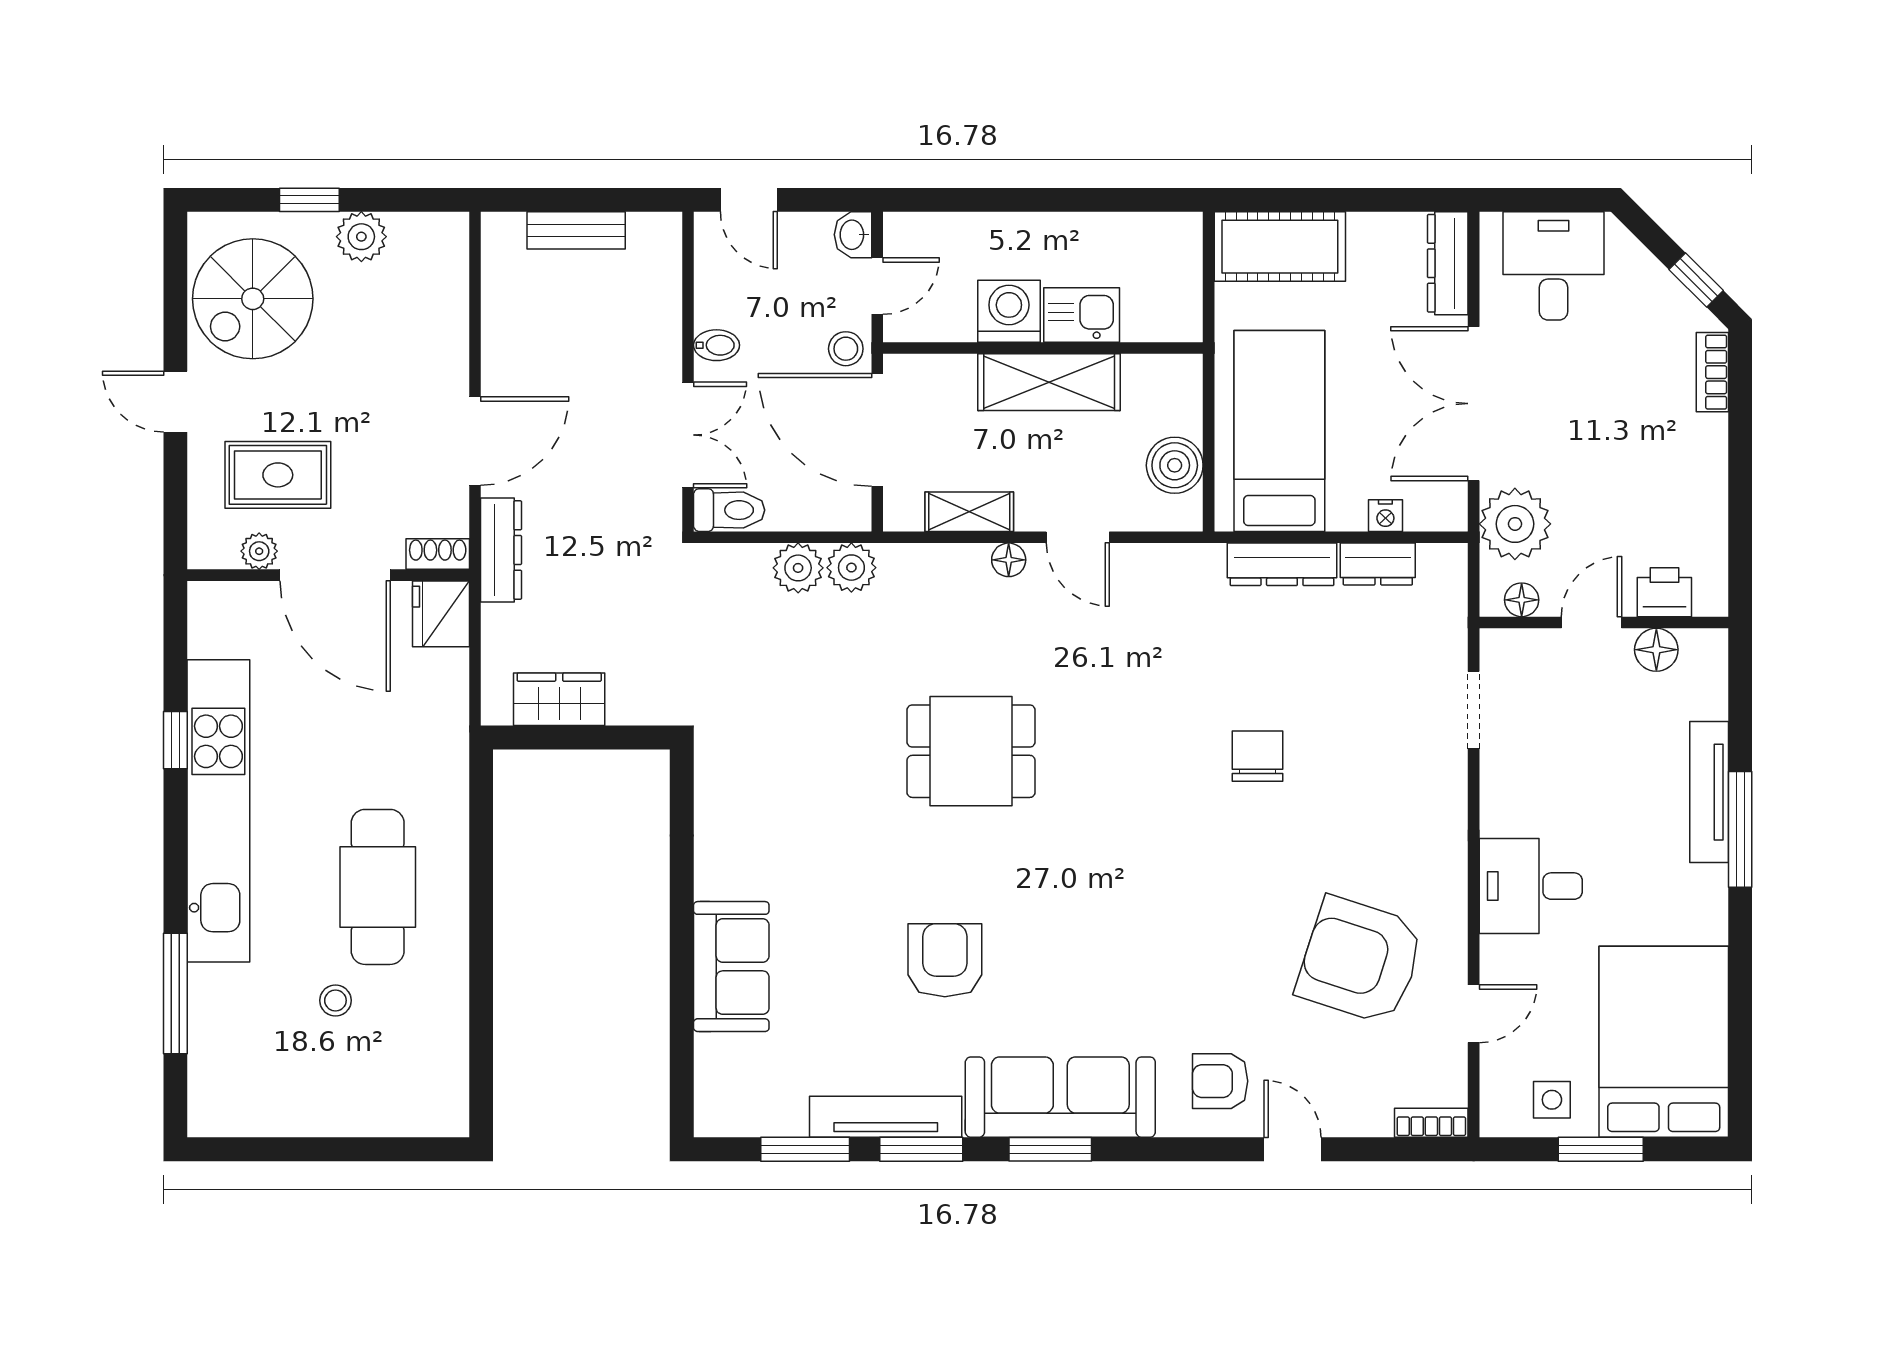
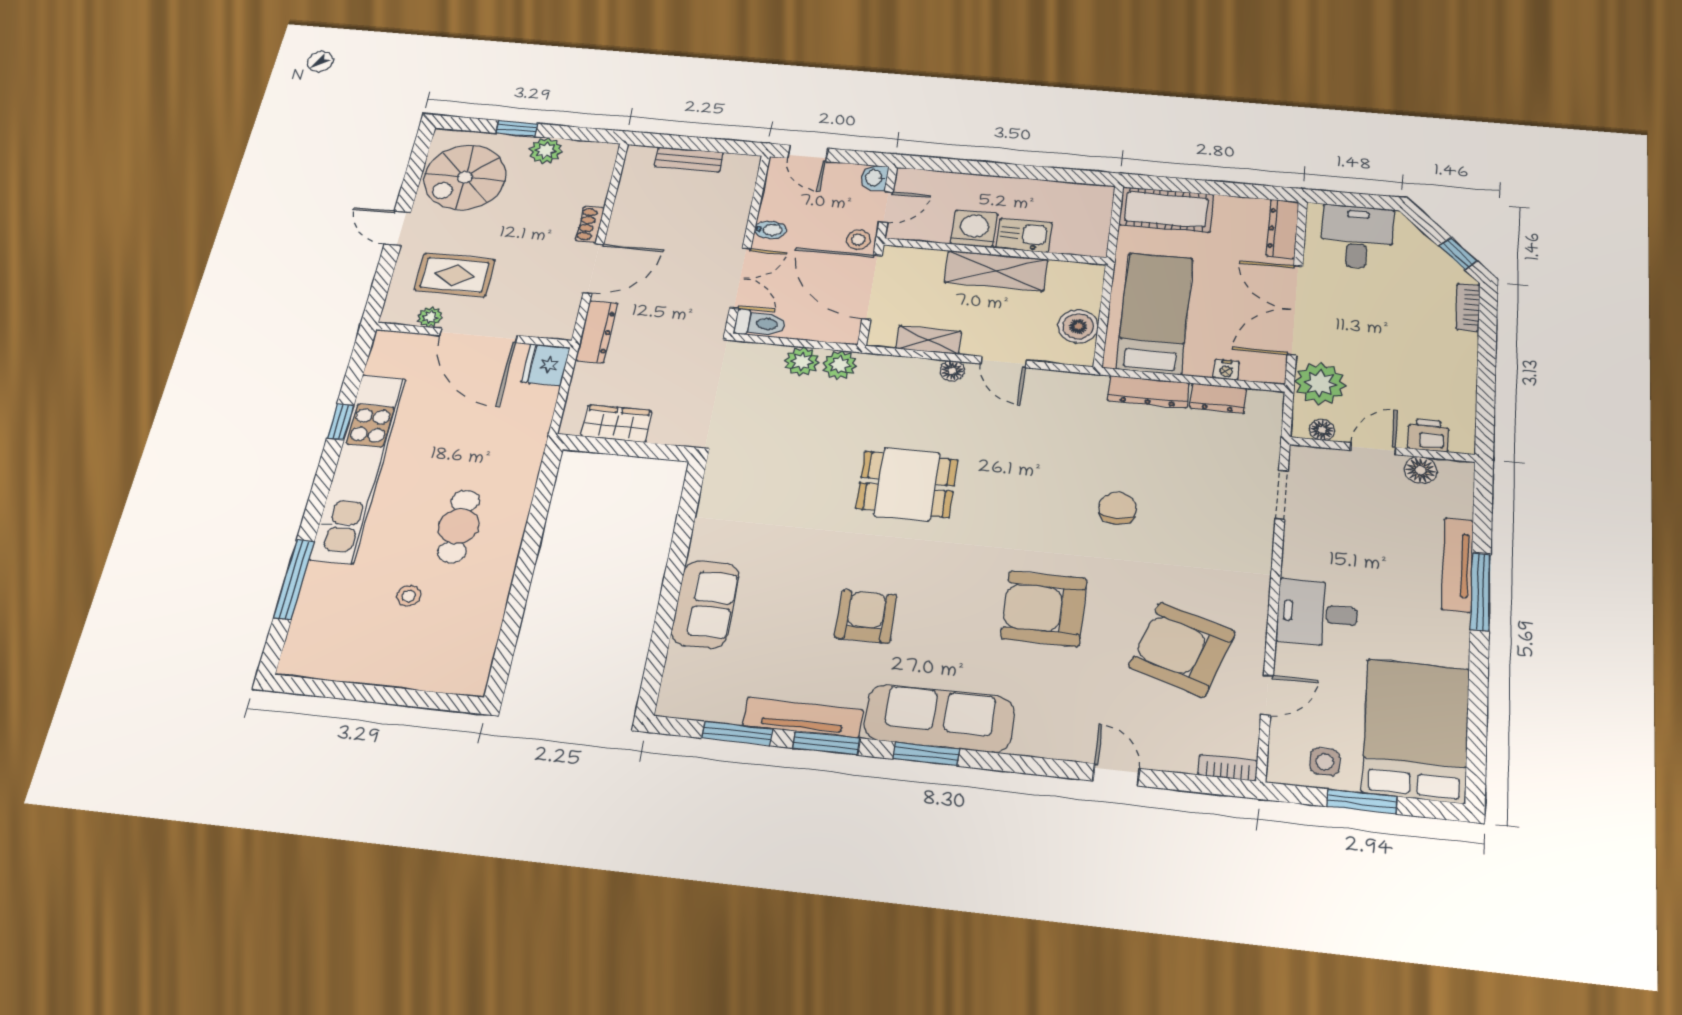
shoe rack: (438, 554) -> (590, 224), moved, turned -90
cafe table: (378, 887) -> (459, 526), width x0.73, depth x0.74
armchair: (1220, 1081) -> (1044, 609), moved, width x1.88, depth x1.88

